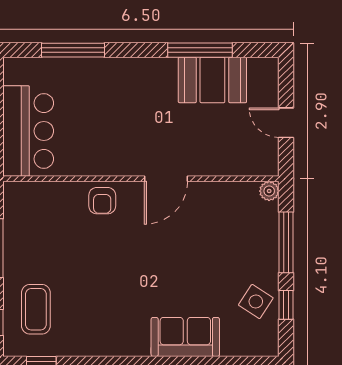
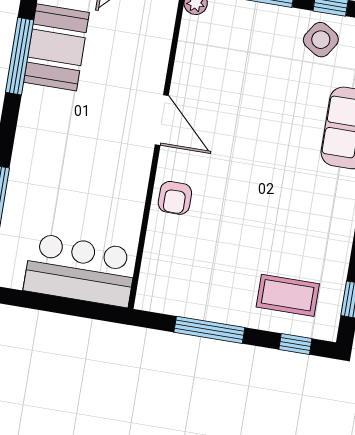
armchair: (102, 201) -> (175, 198), turned 90

